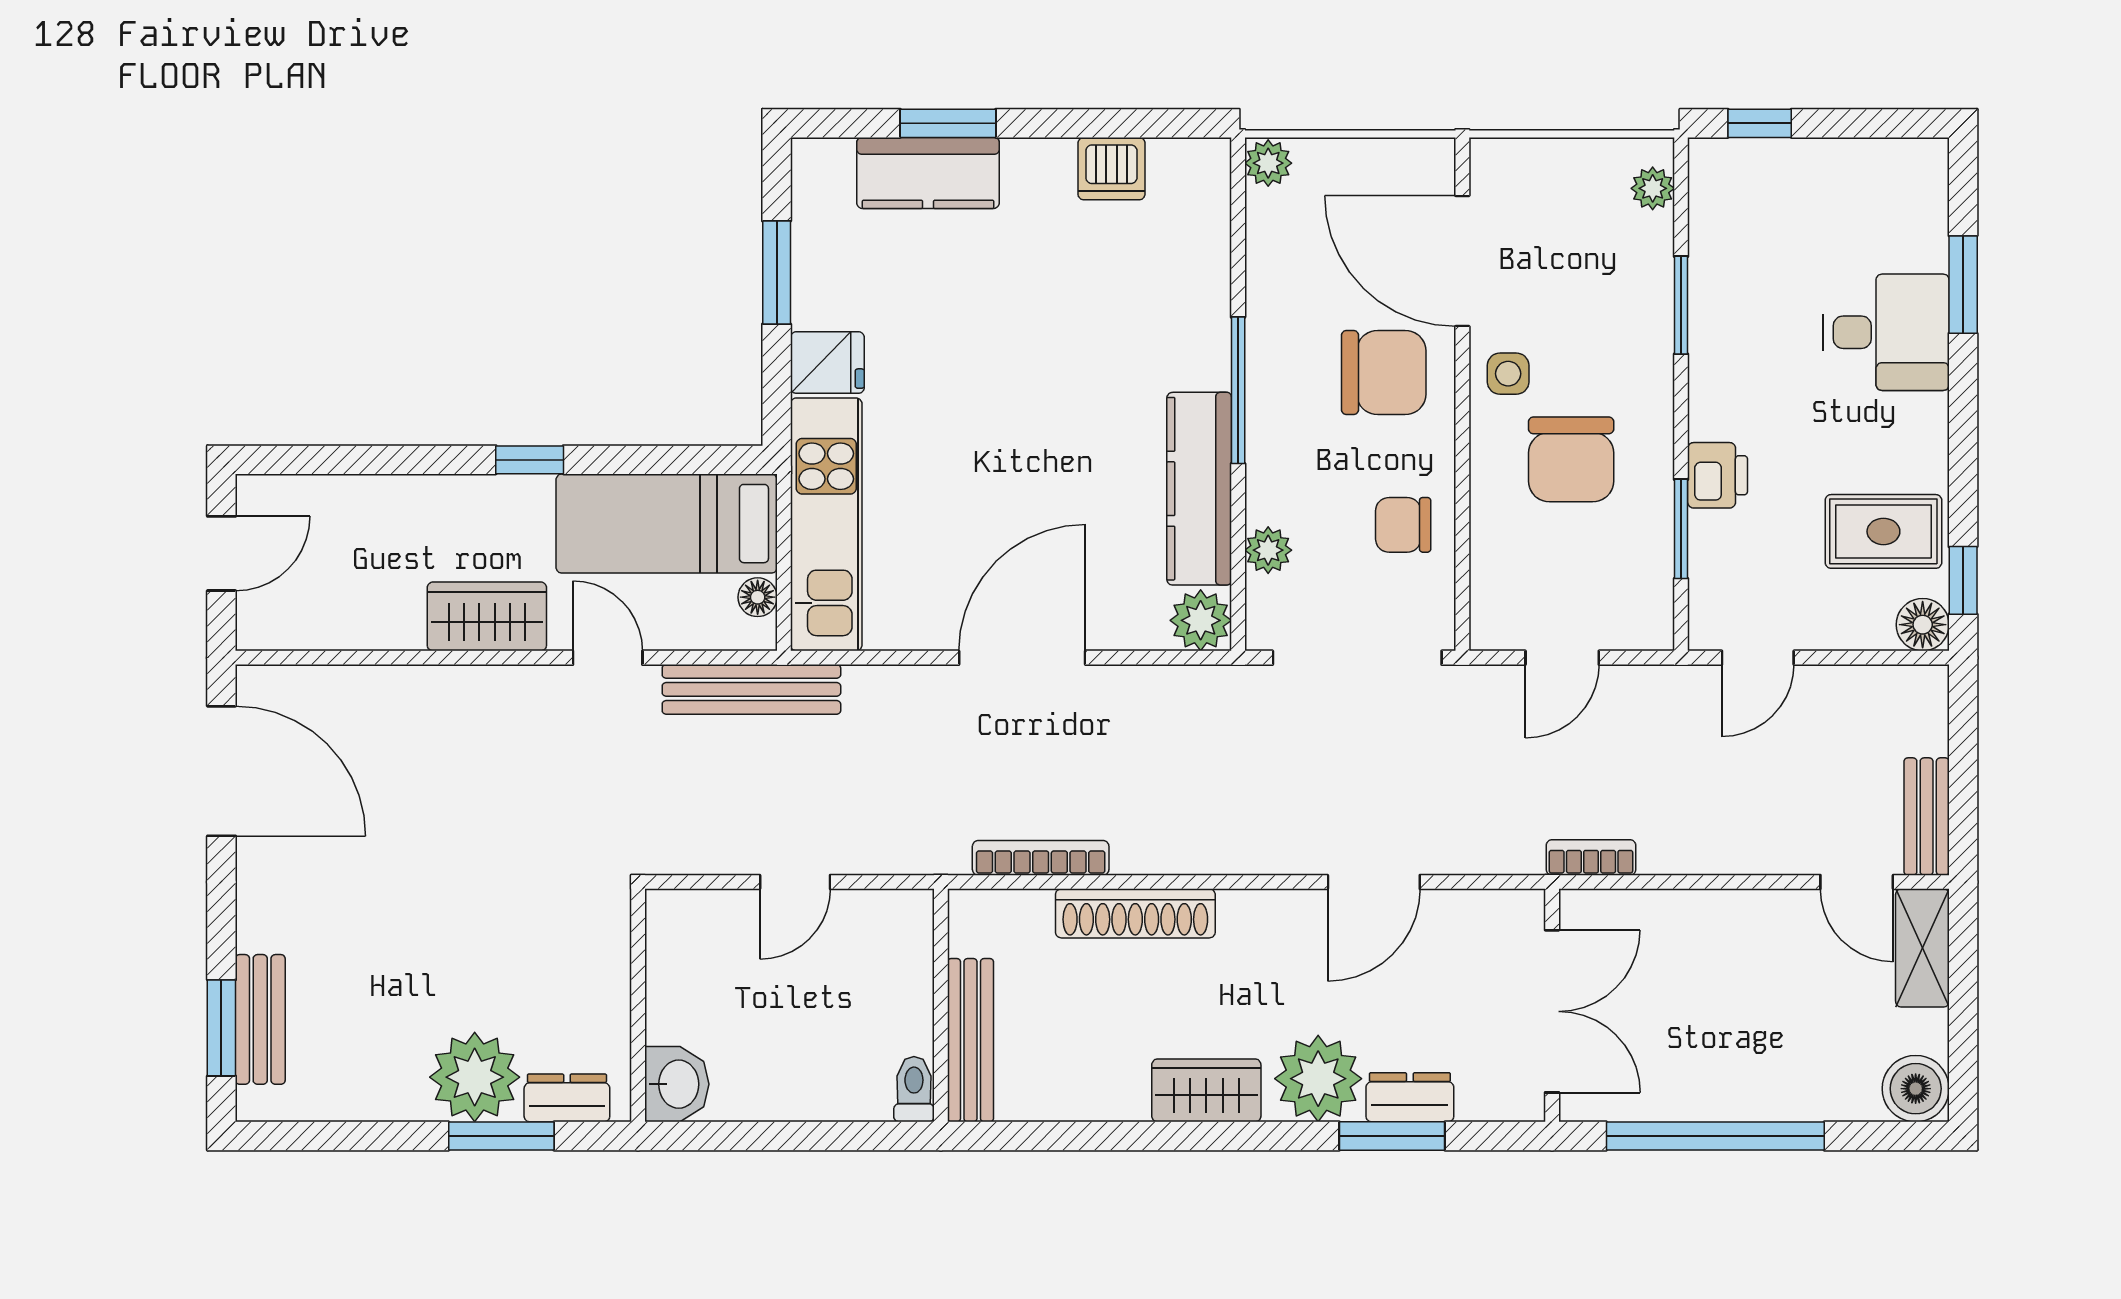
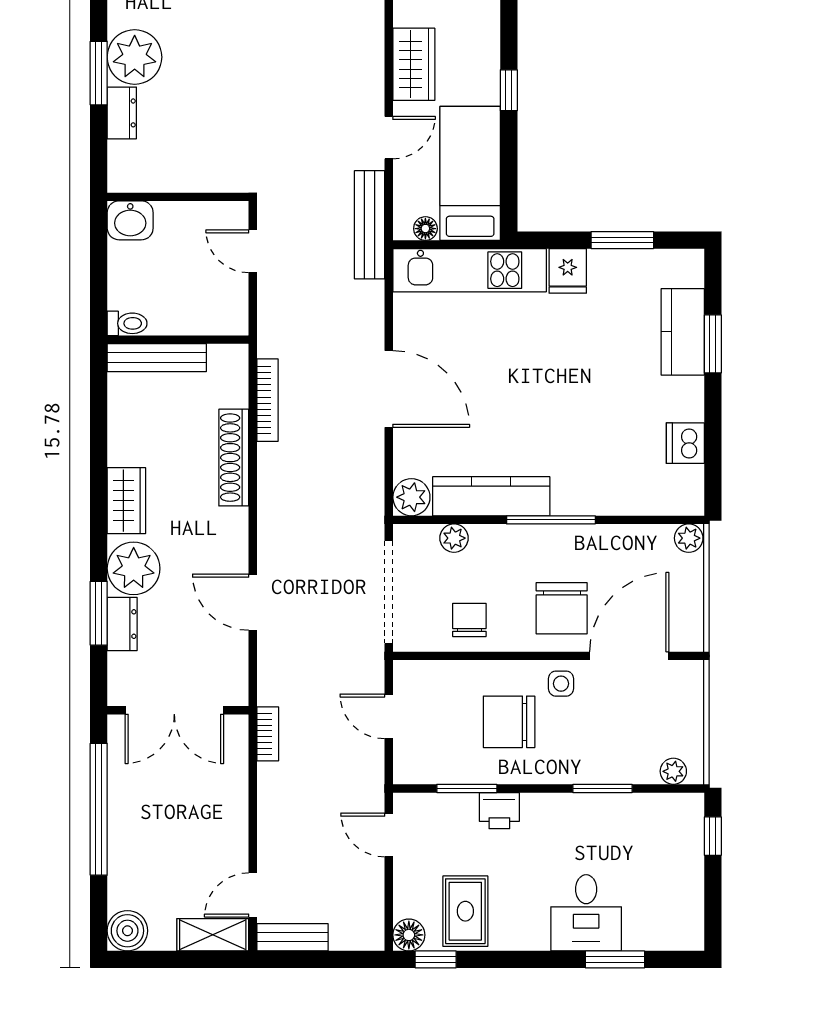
wall: (638, 1005) -> (178, 197), moved
washbasin: (677, 1084) -> (130, 220), moved

